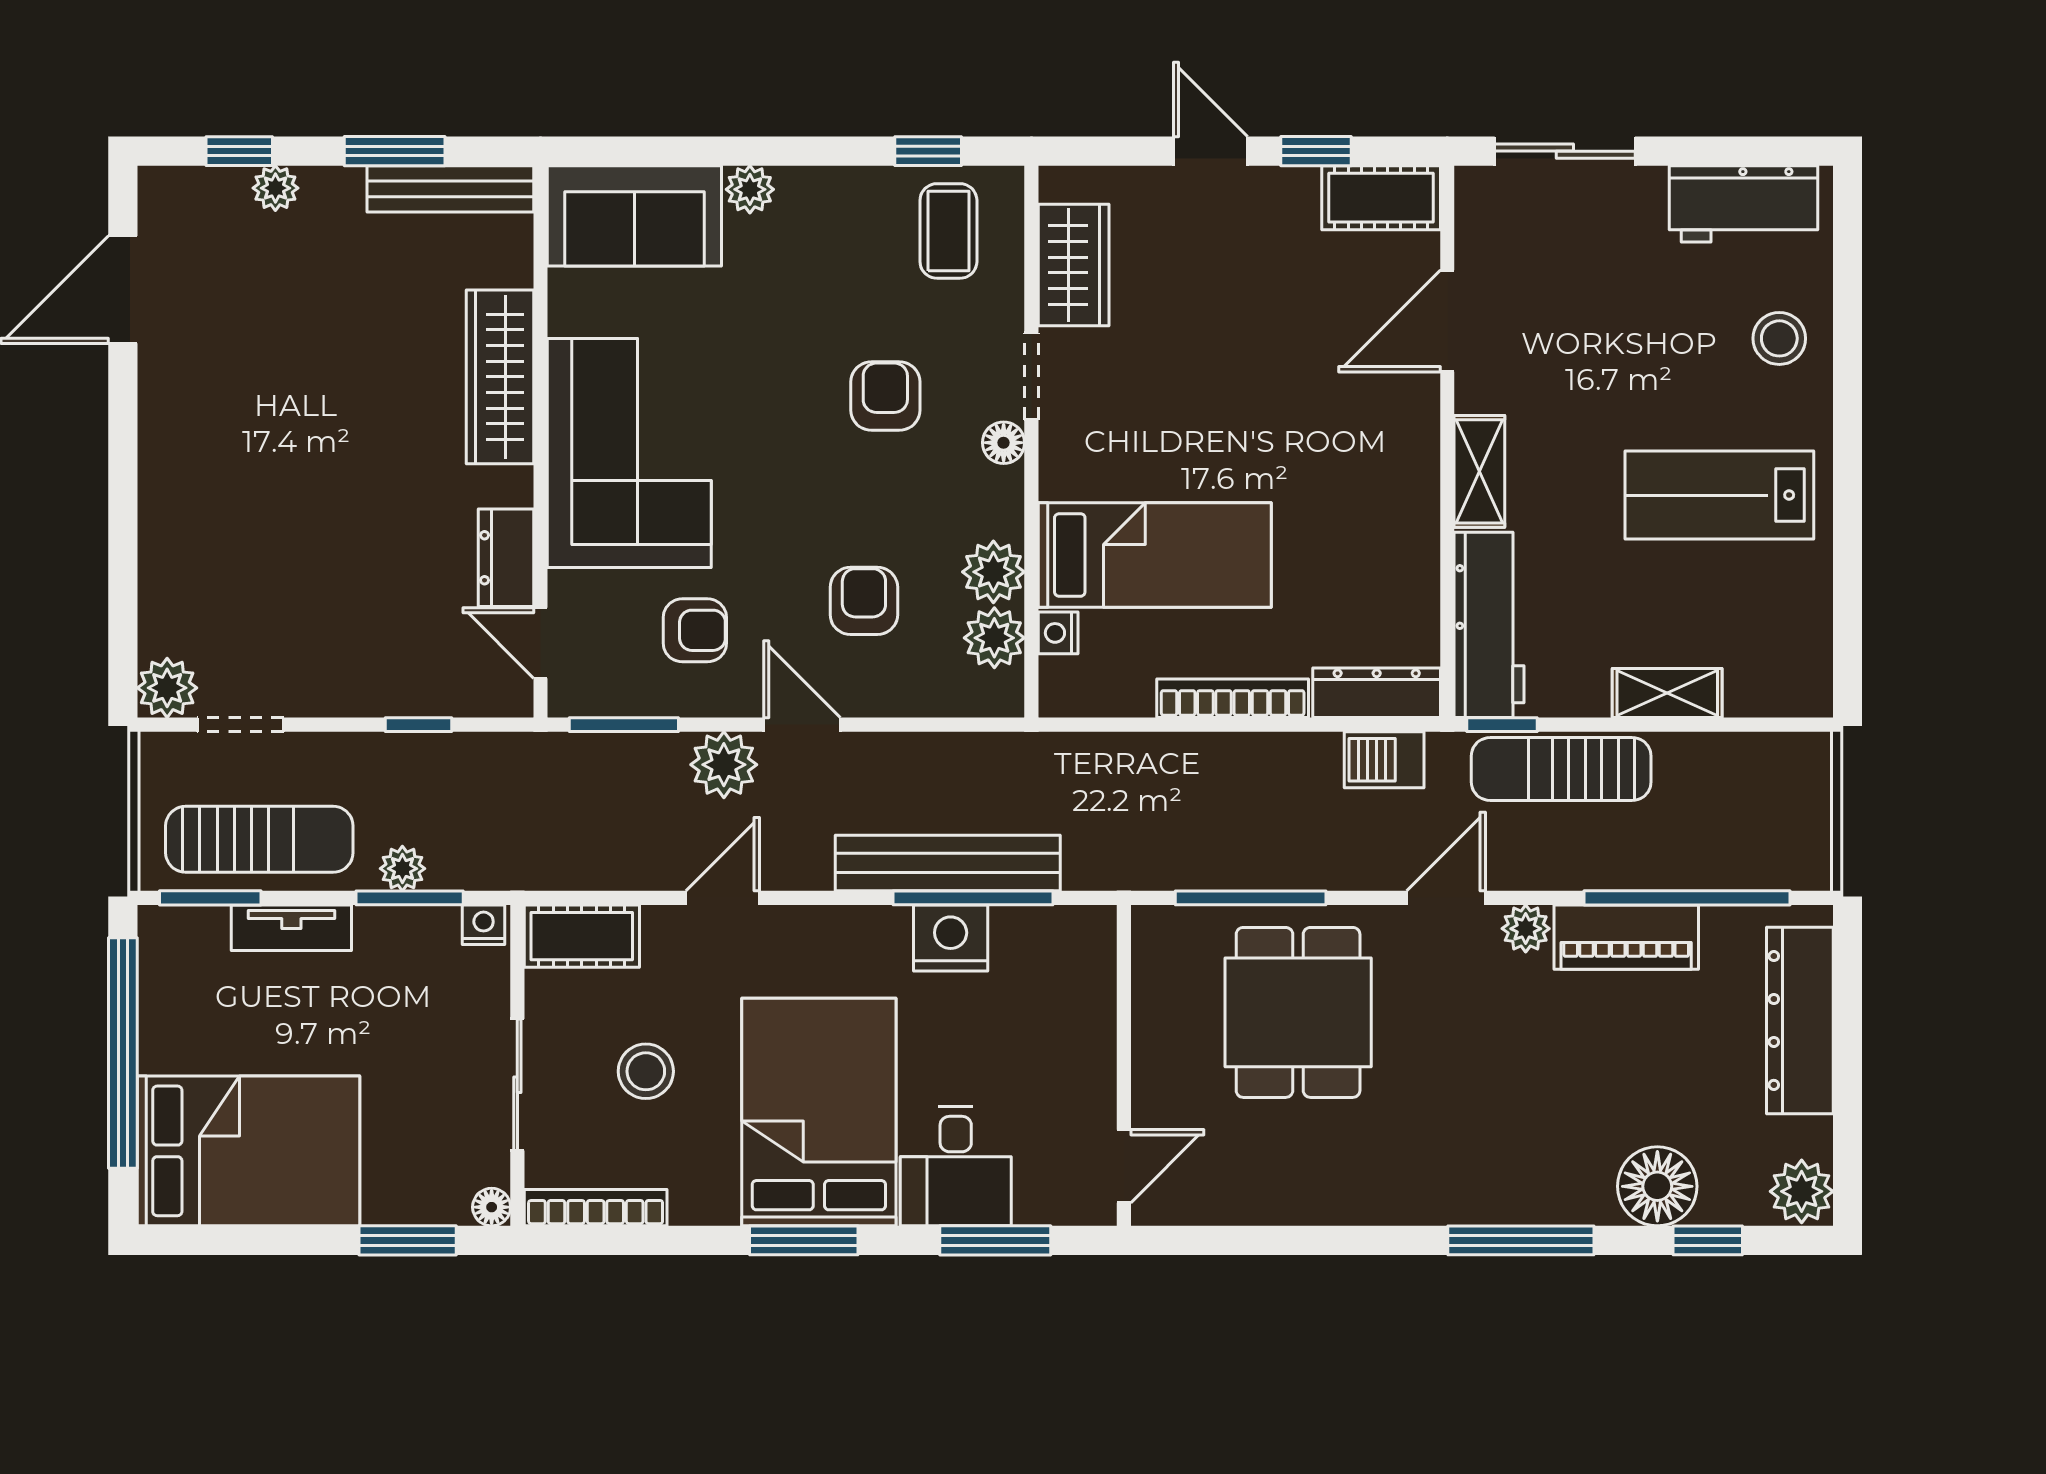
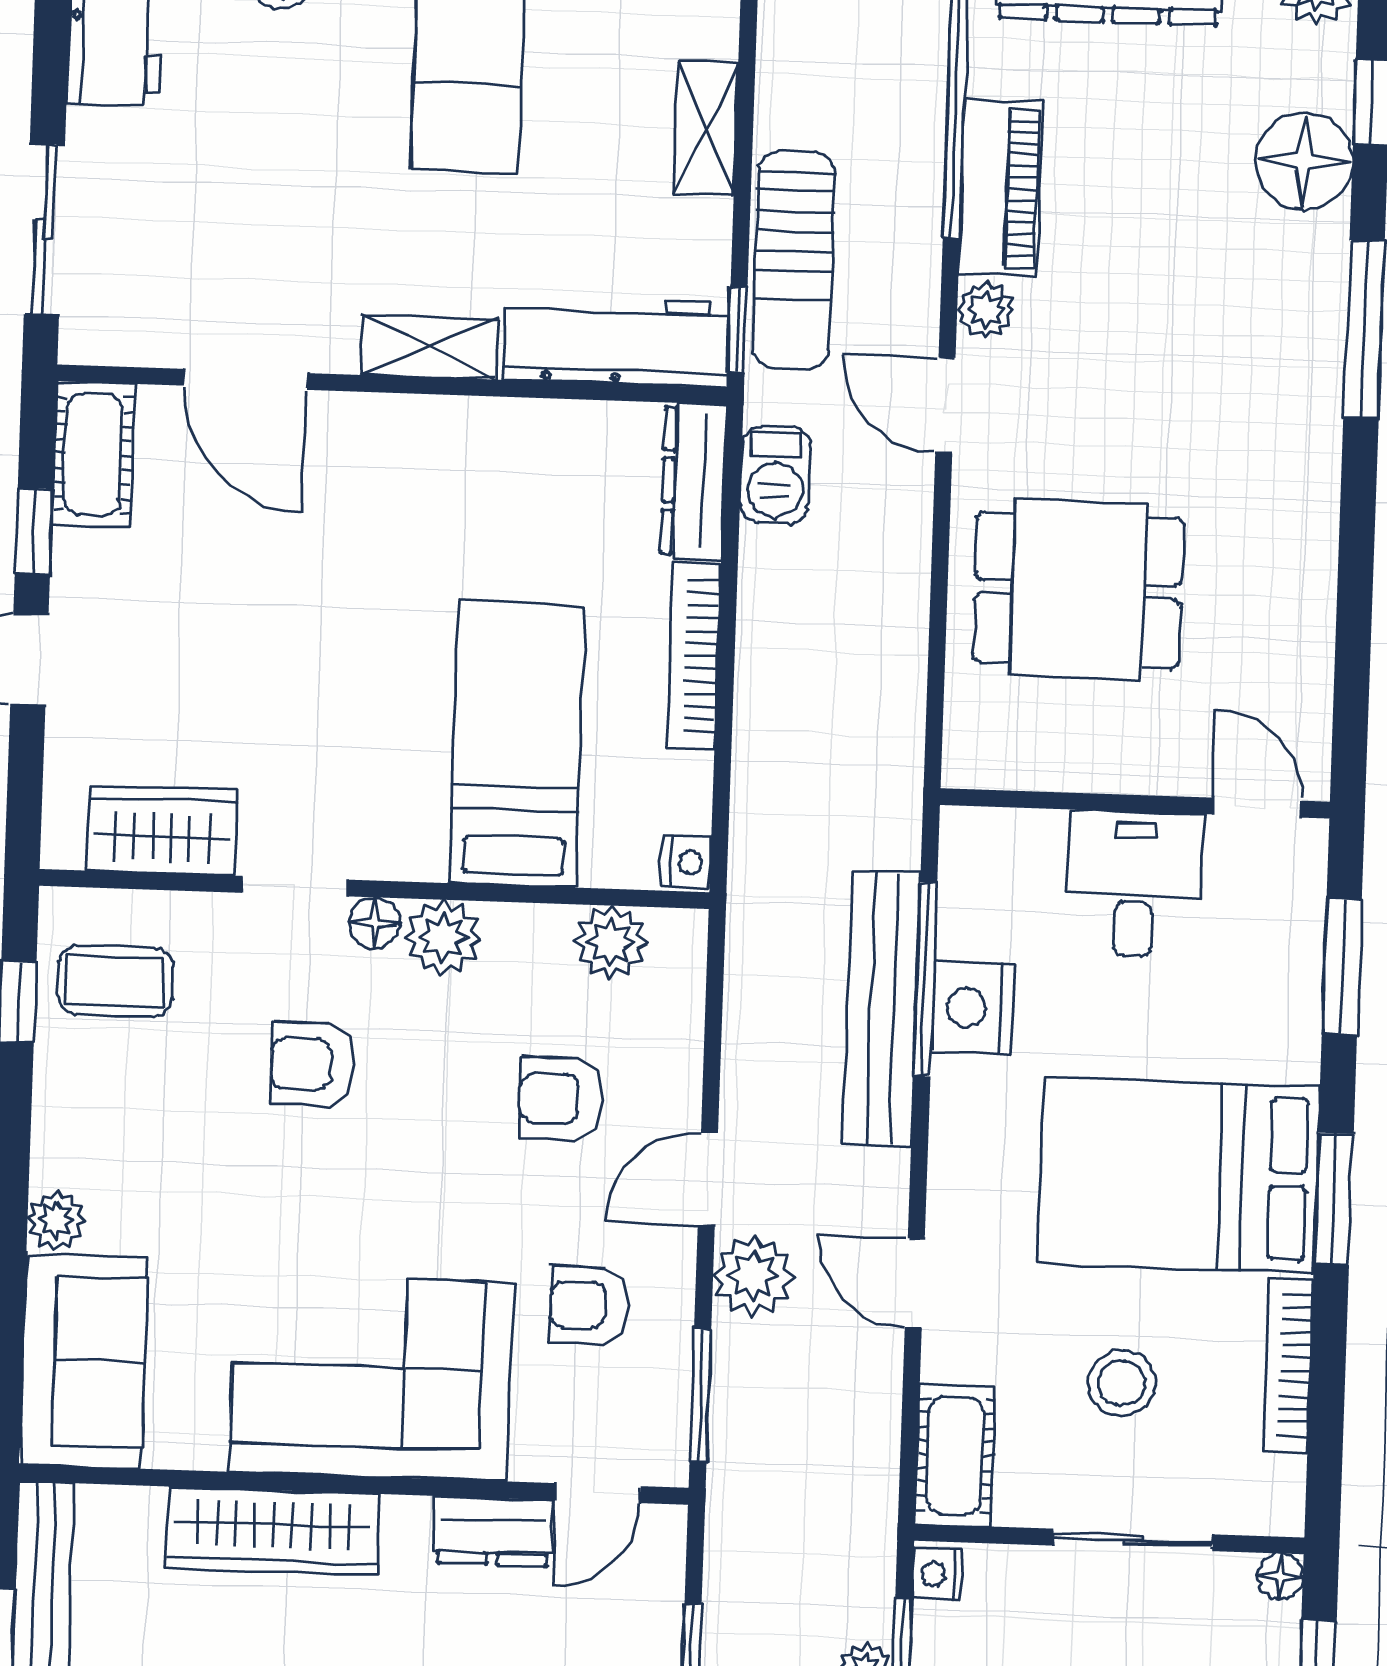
plant: (993, 572) -> (443, 937), moved
armchair: (695, 630) -> (589, 1305), turned -90
nightstand: (1058, 633) -> (686, 862), moved, turned -90
window: (1251, 898) -> (937, 642), removed
desk: (956, 1166) -> (1134, 884), moved, turned -90
bookcase: (596, 1208) -> (1288, 1365), moved

